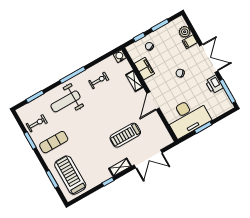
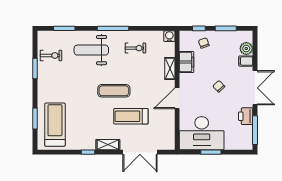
exercise mat: (54, 142) -> (114, 91), moved

